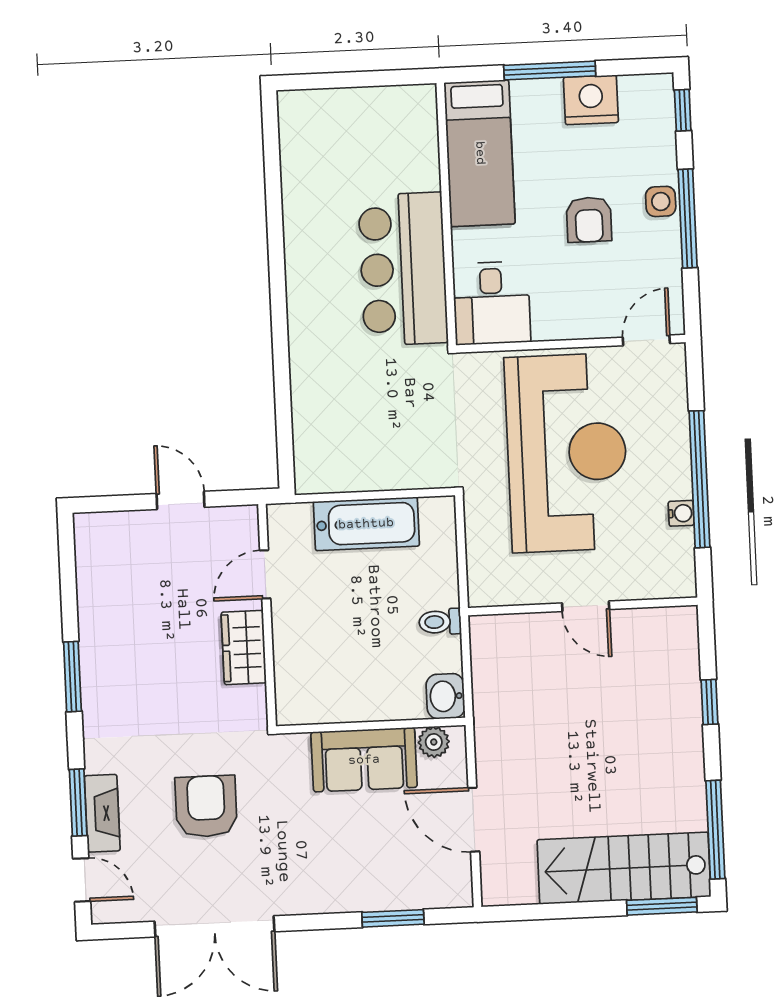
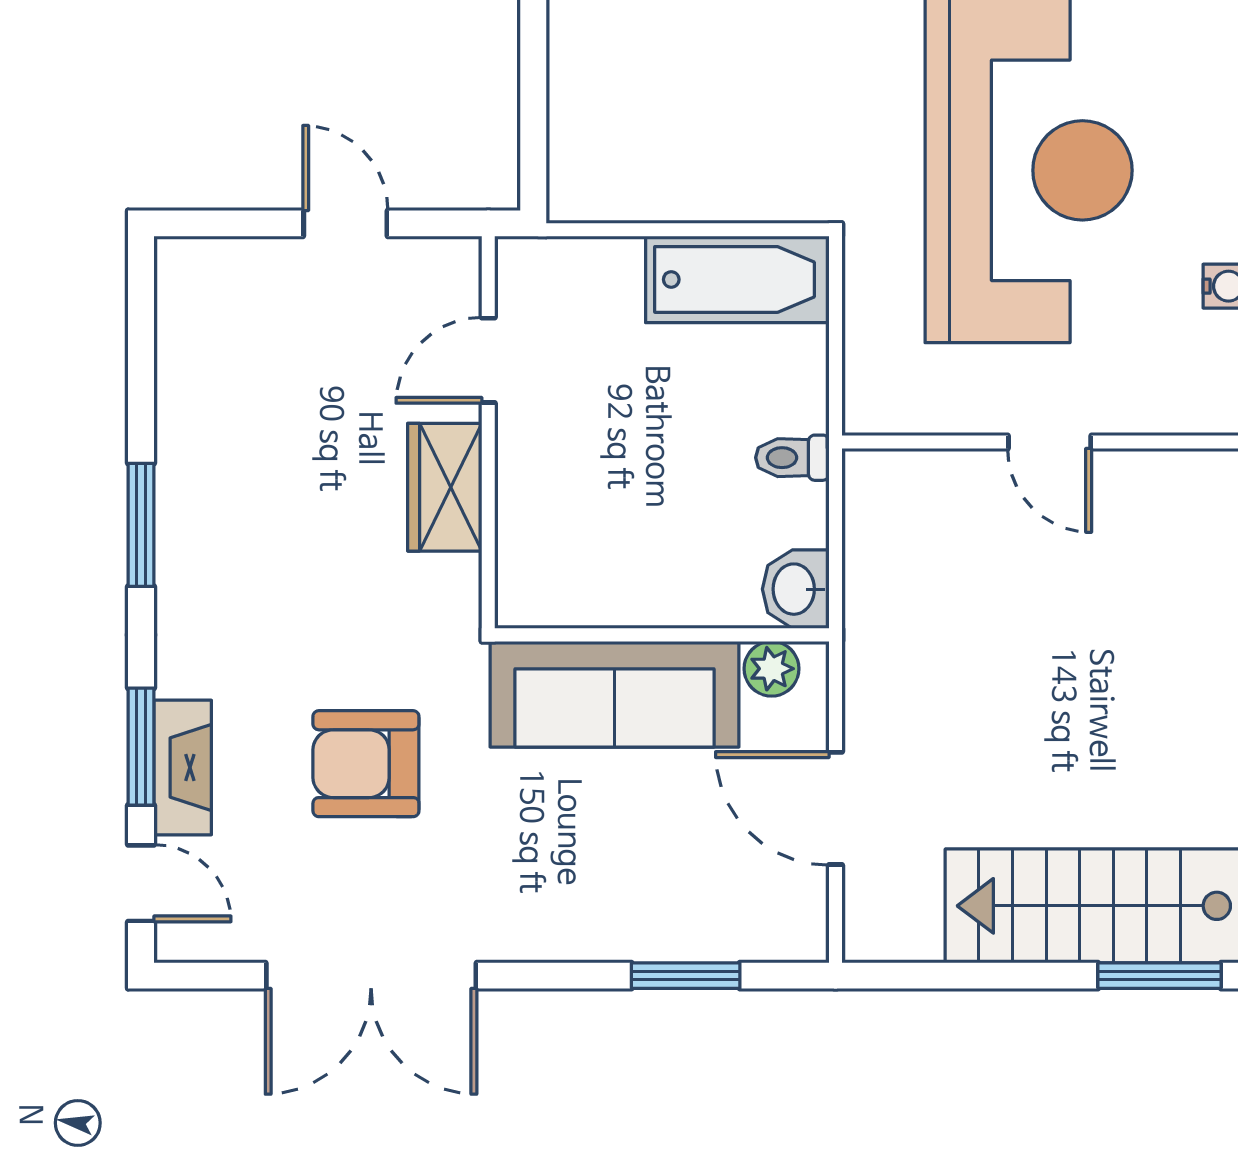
bathtub: (366, 524) -> (737, 279), moved
sofa: (364, 760) -> (615, 694), width x1.36
armchair: (206, 806) -> (366, 764), turned -90

